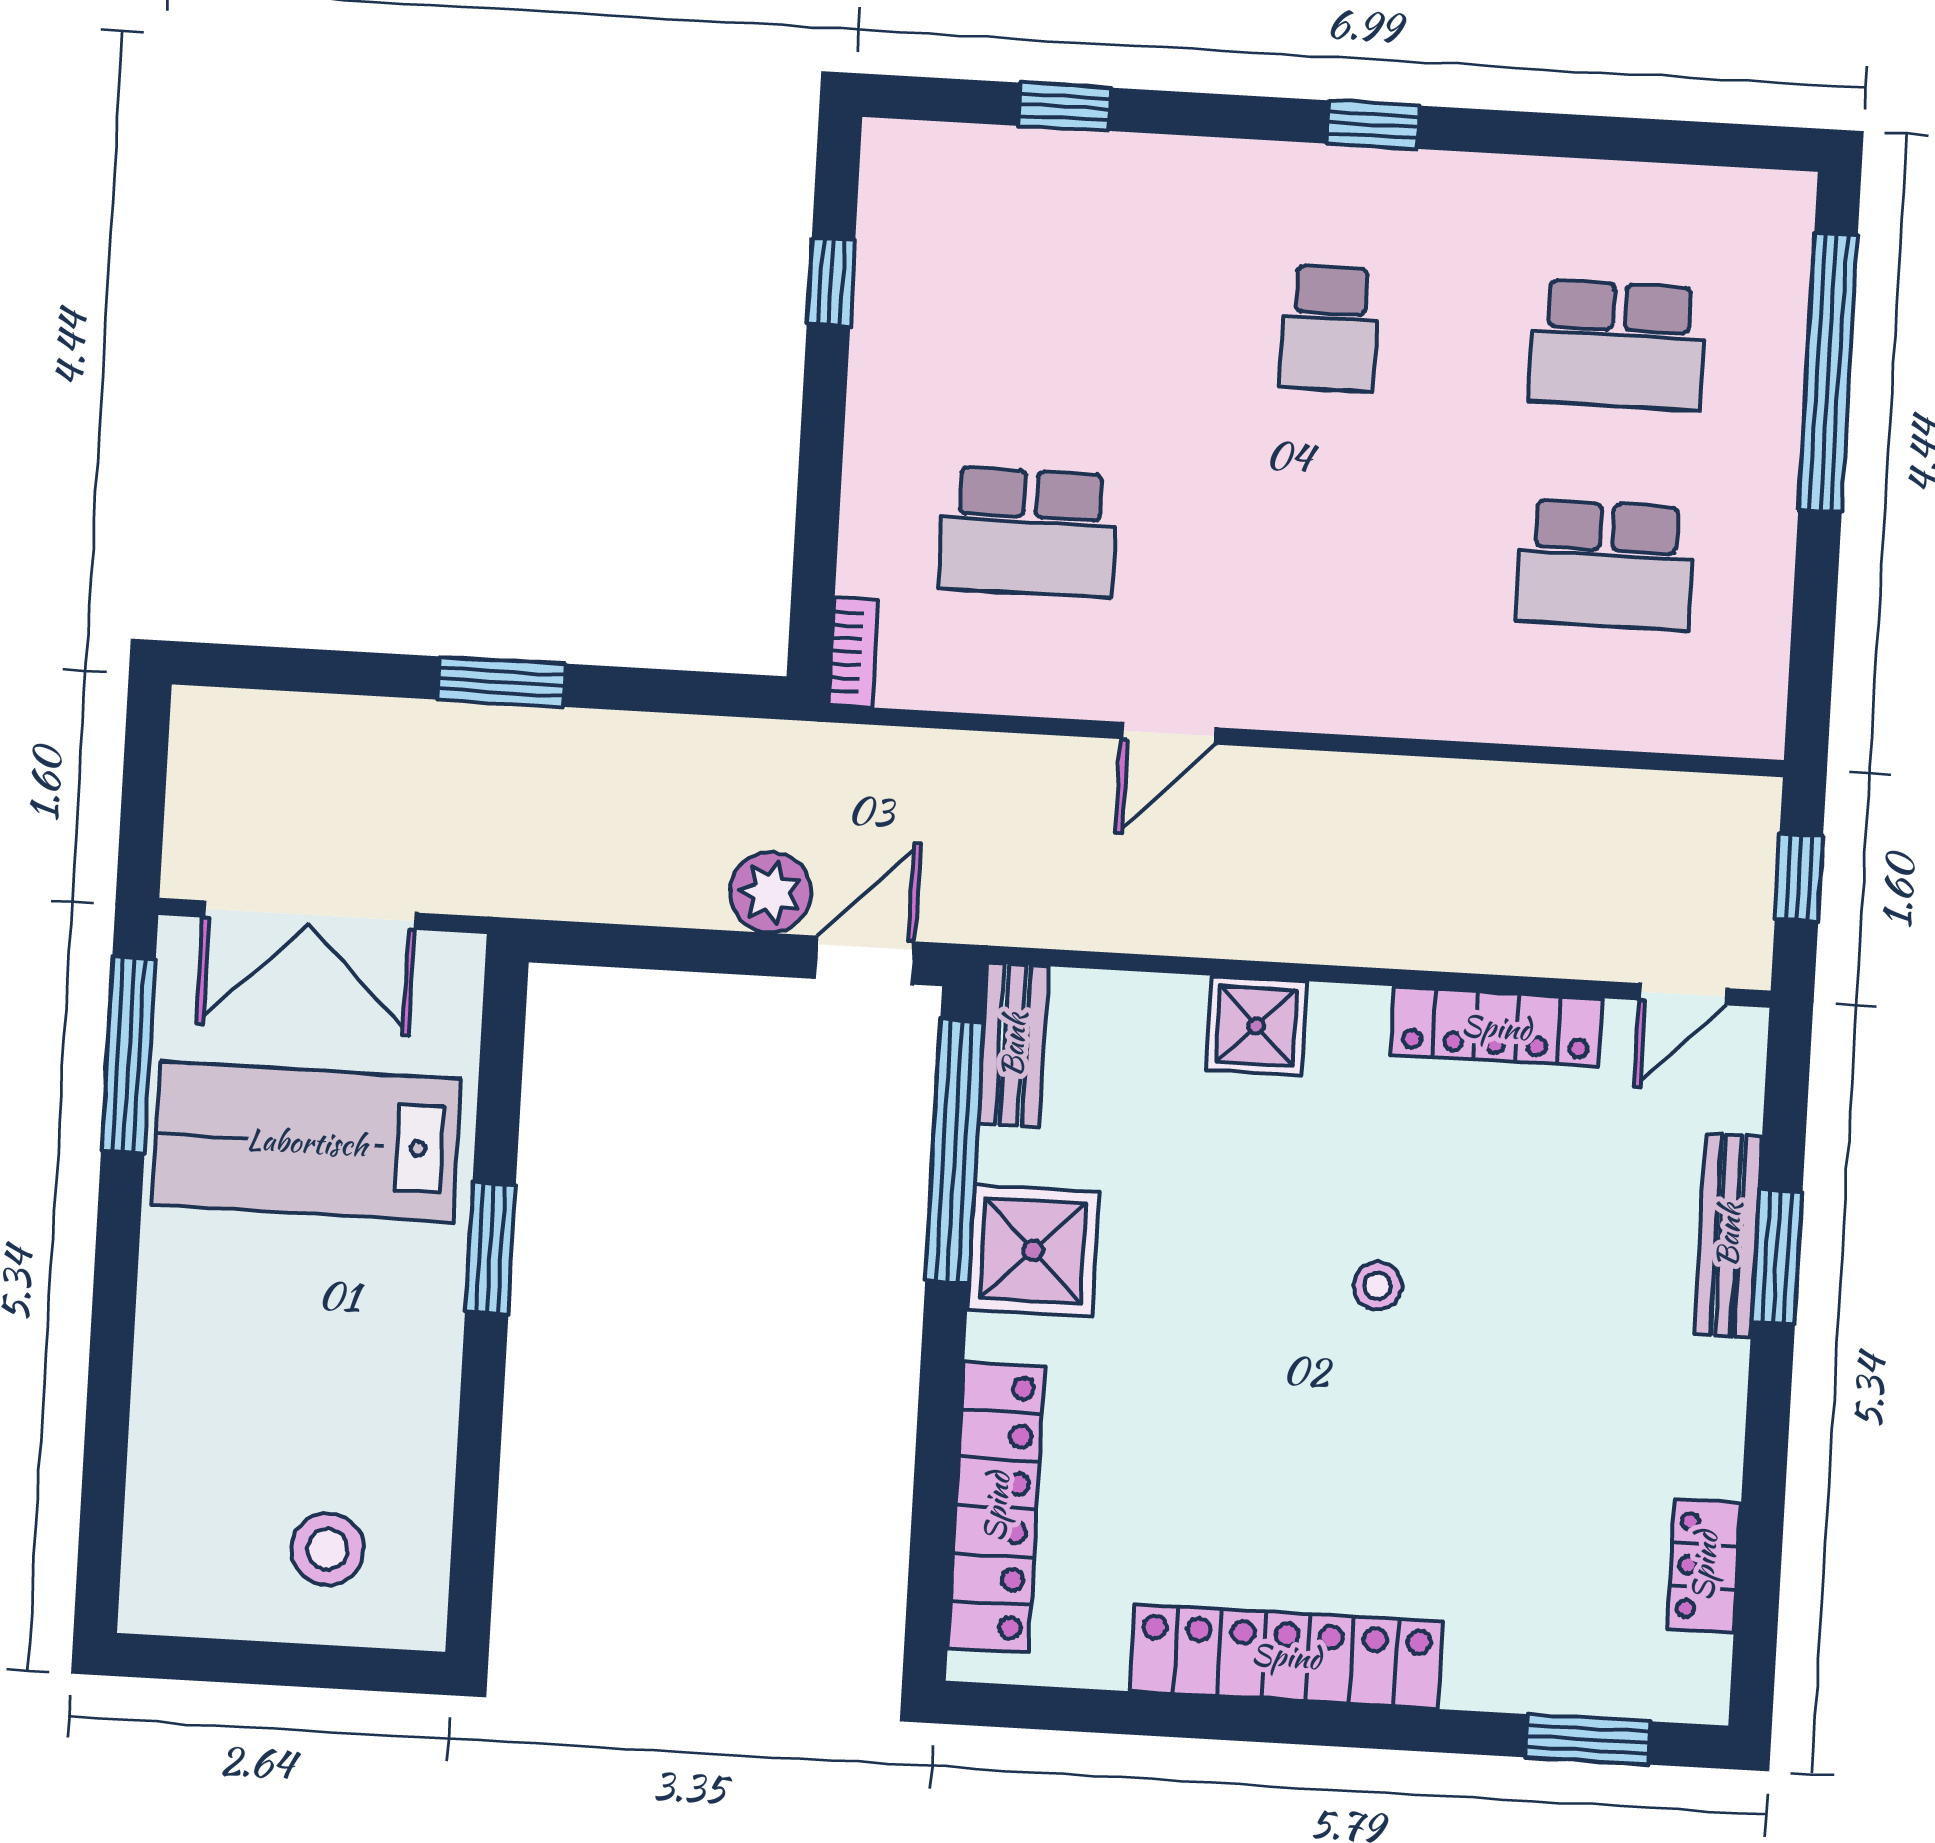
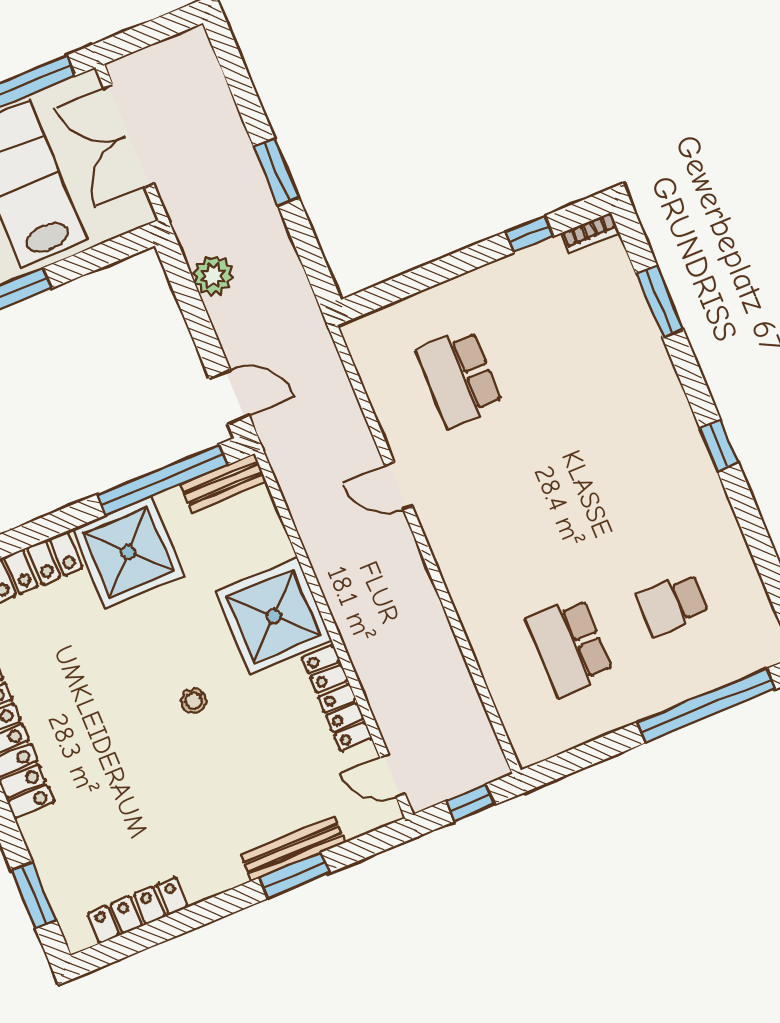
window: (1064, 107) -> (660, 302), width x1.50
school desk: (1329, 328) -> (617, 470), removed
school desk: (1618, 345) -> (672, 604), width x0.54
bookcase: (853, 652) -> (590, 233), moved
plant: (771, 892) -> (213, 276), moved
shower: (1256, 1026) -> (274, 616), width x1.86, depth x1.86
shower: (1033, 1250) -> (128, 552), width x1.37, depth x1.37
locker: (1704, 1566) -> (138, 910), width x1.53

